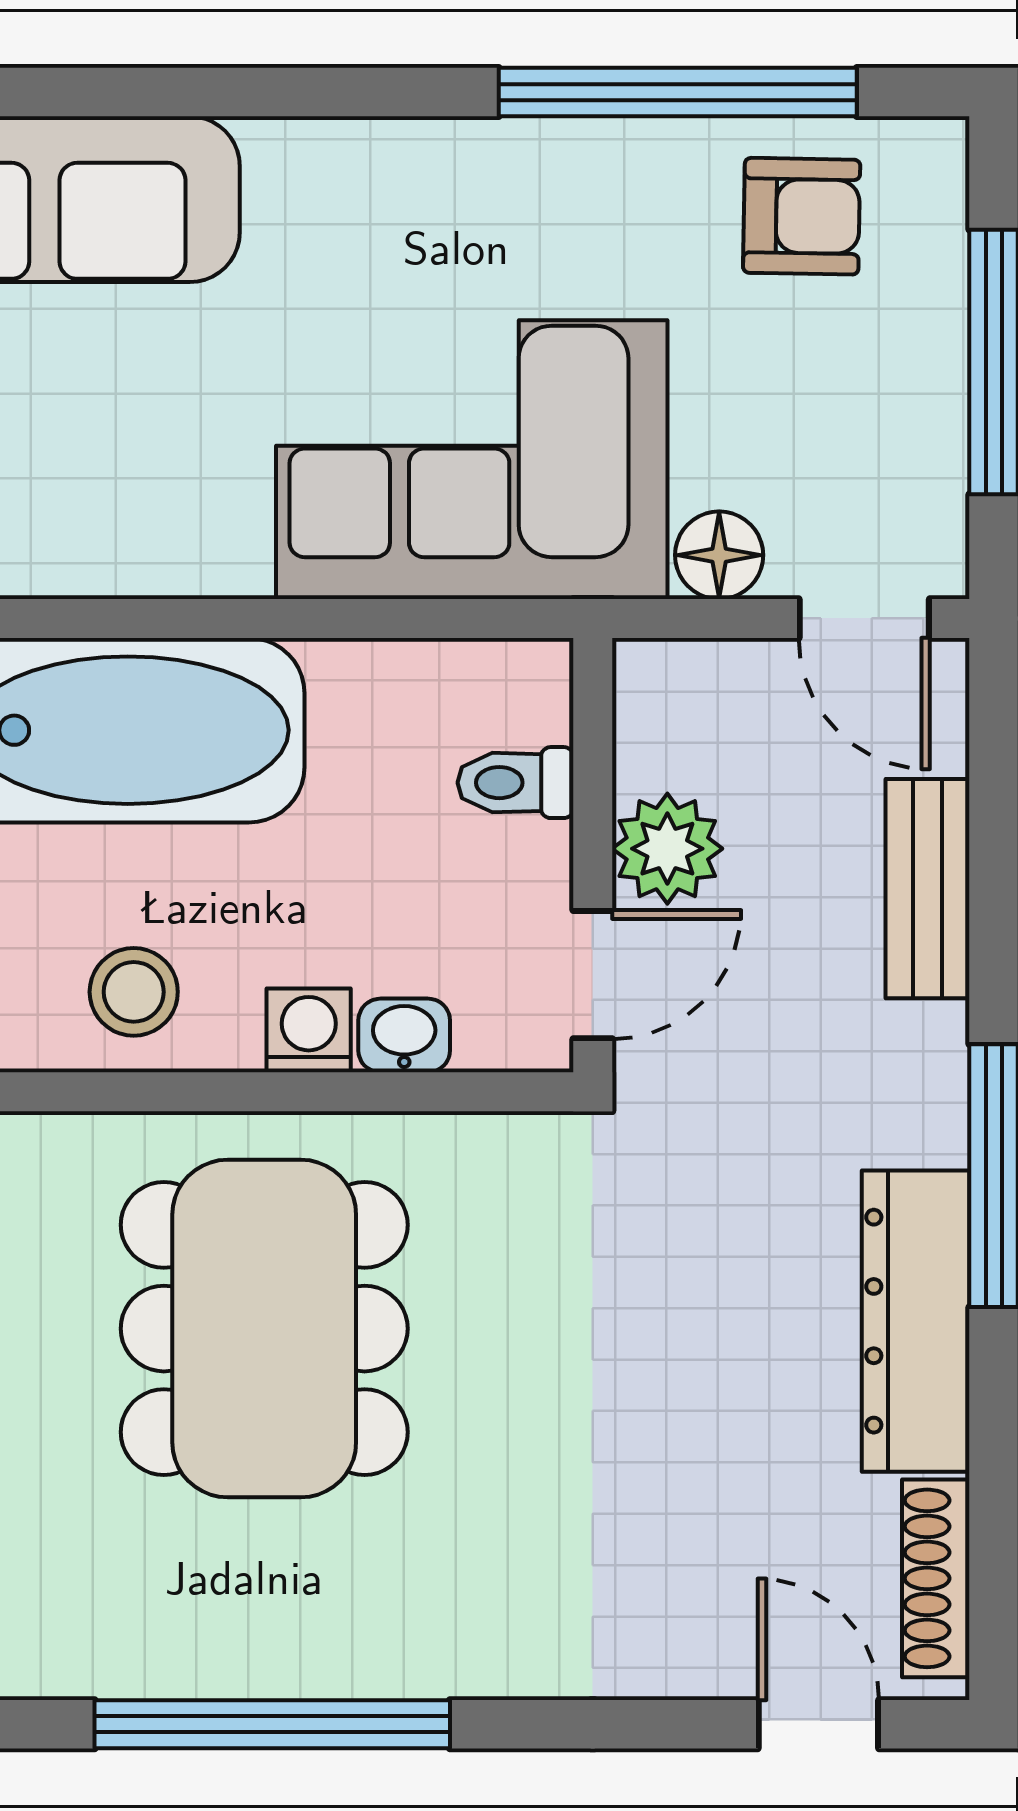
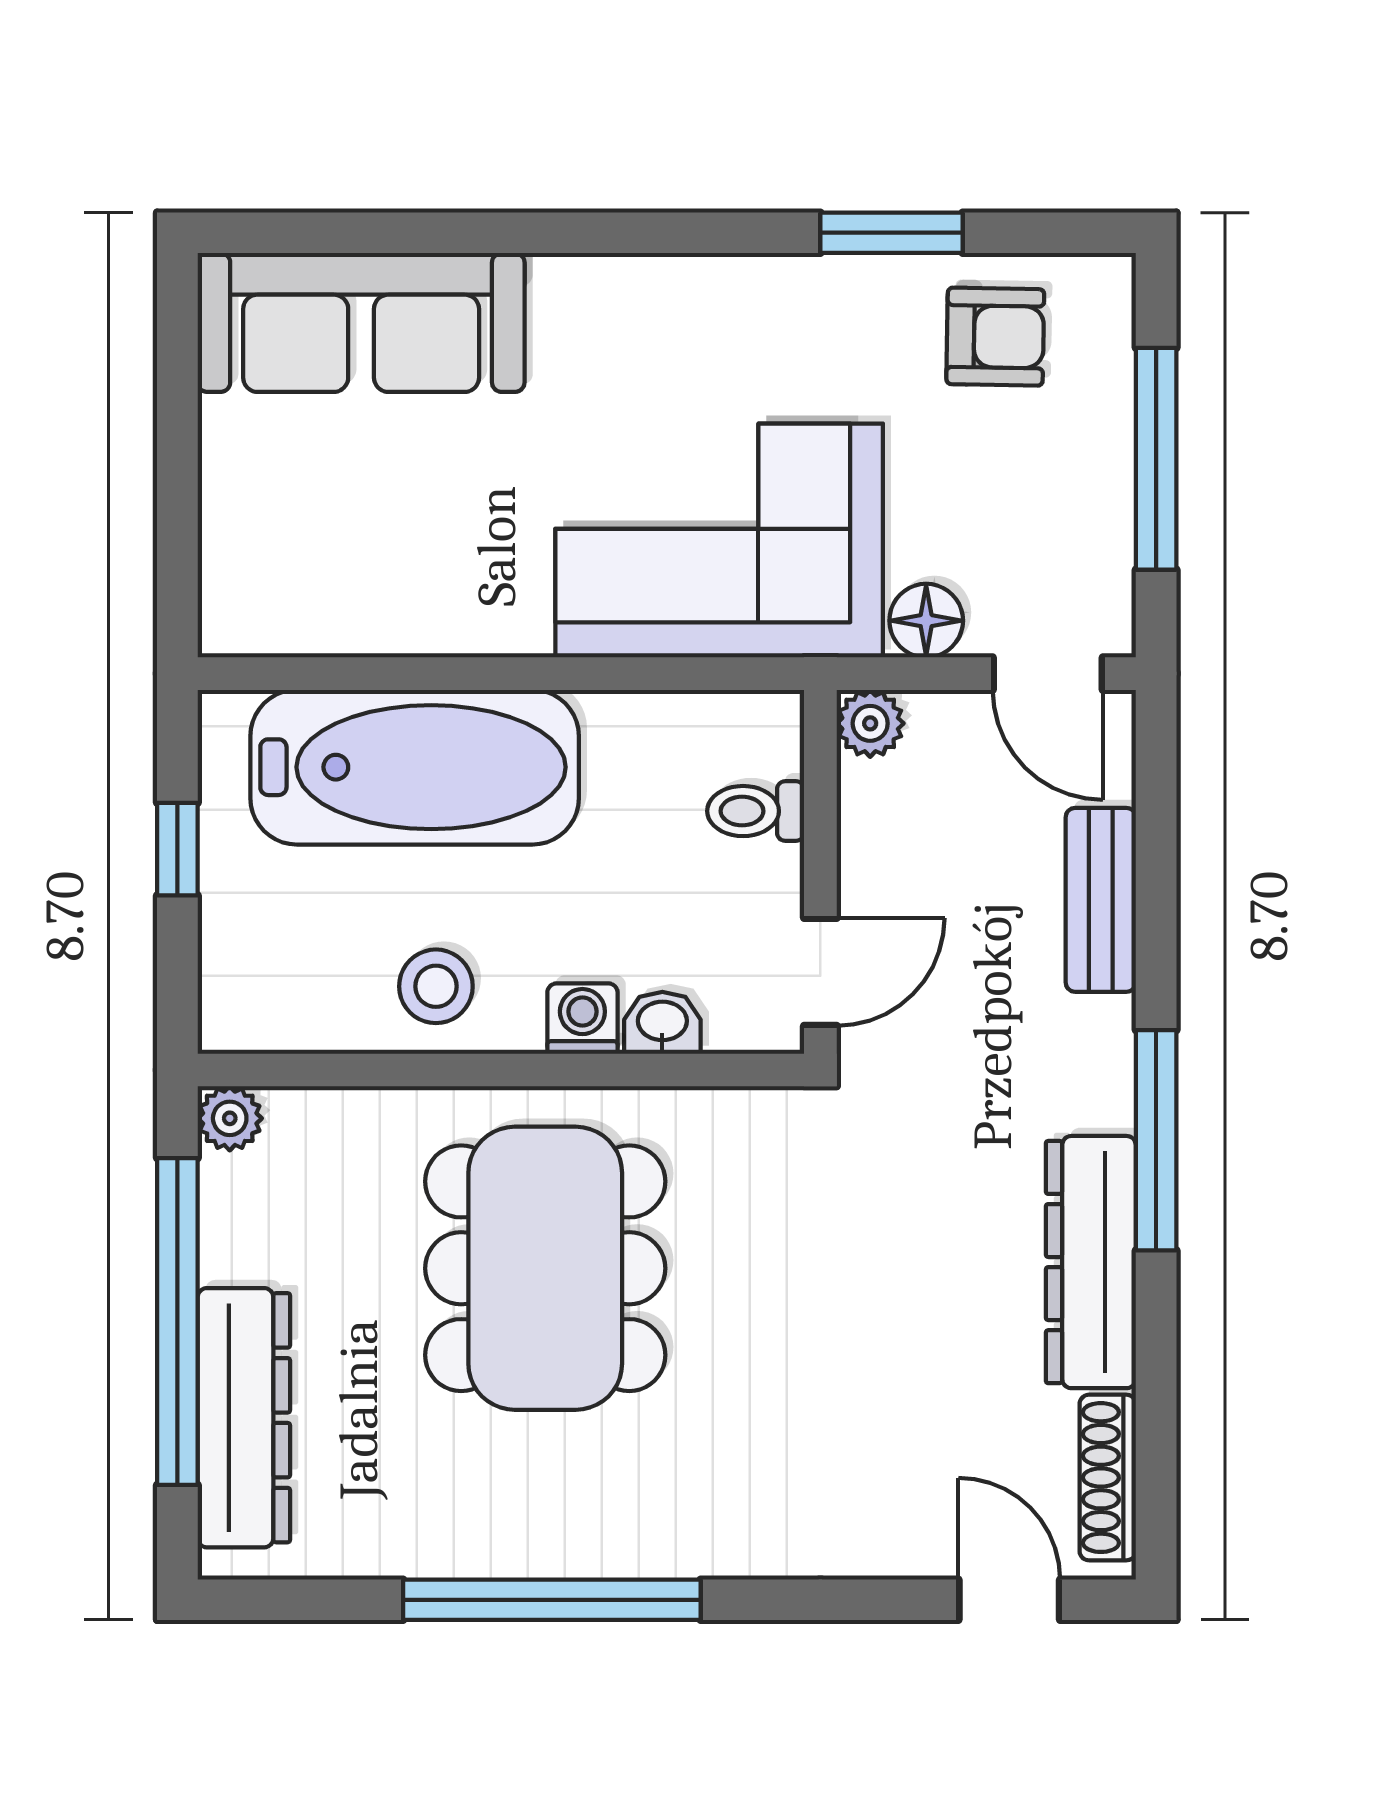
window: (678, 92) -> (891, 233), width x0.47
plant: (667, 849) -> (870, 723), moved, width x0.73, depth x0.73

